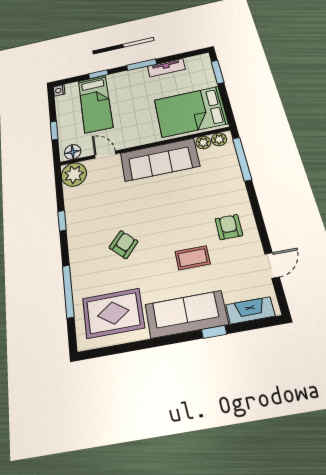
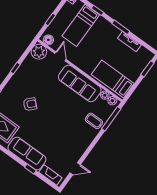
bed: (191, 112) -> (113, 79), width x0.67
armchair: (229, 227) -> (76, 139), removed
coffee table: (193, 258) -> (94, 121), moved

